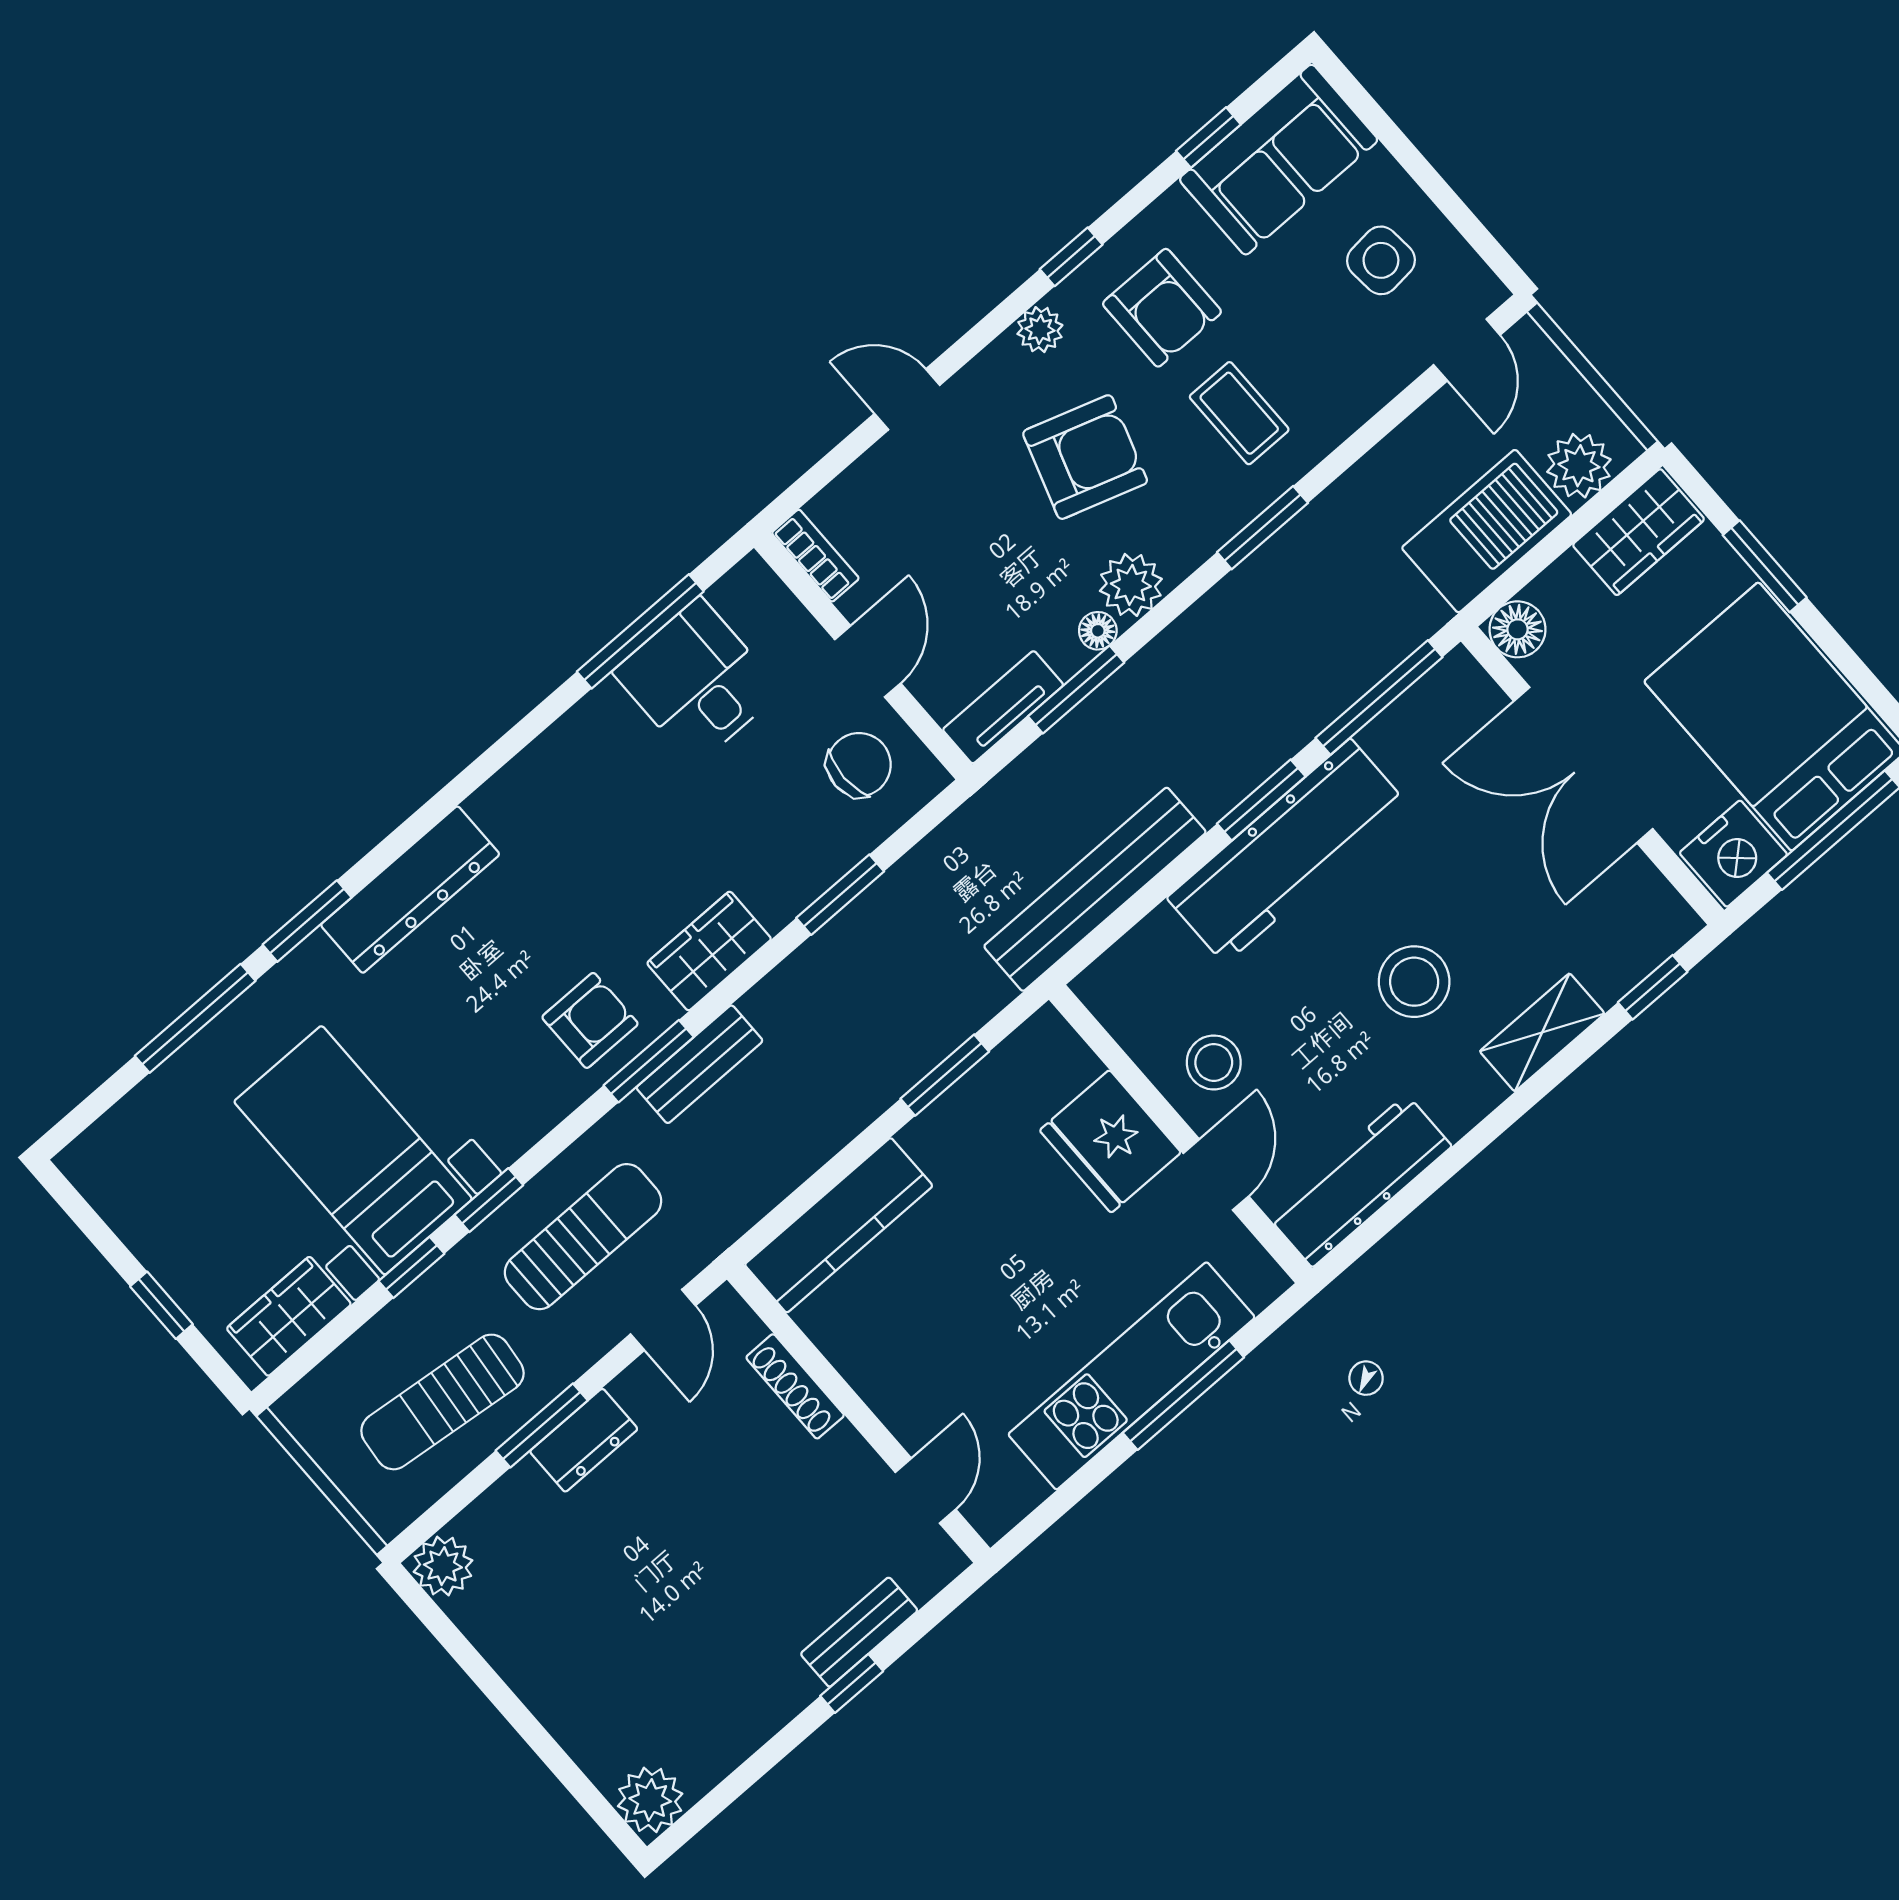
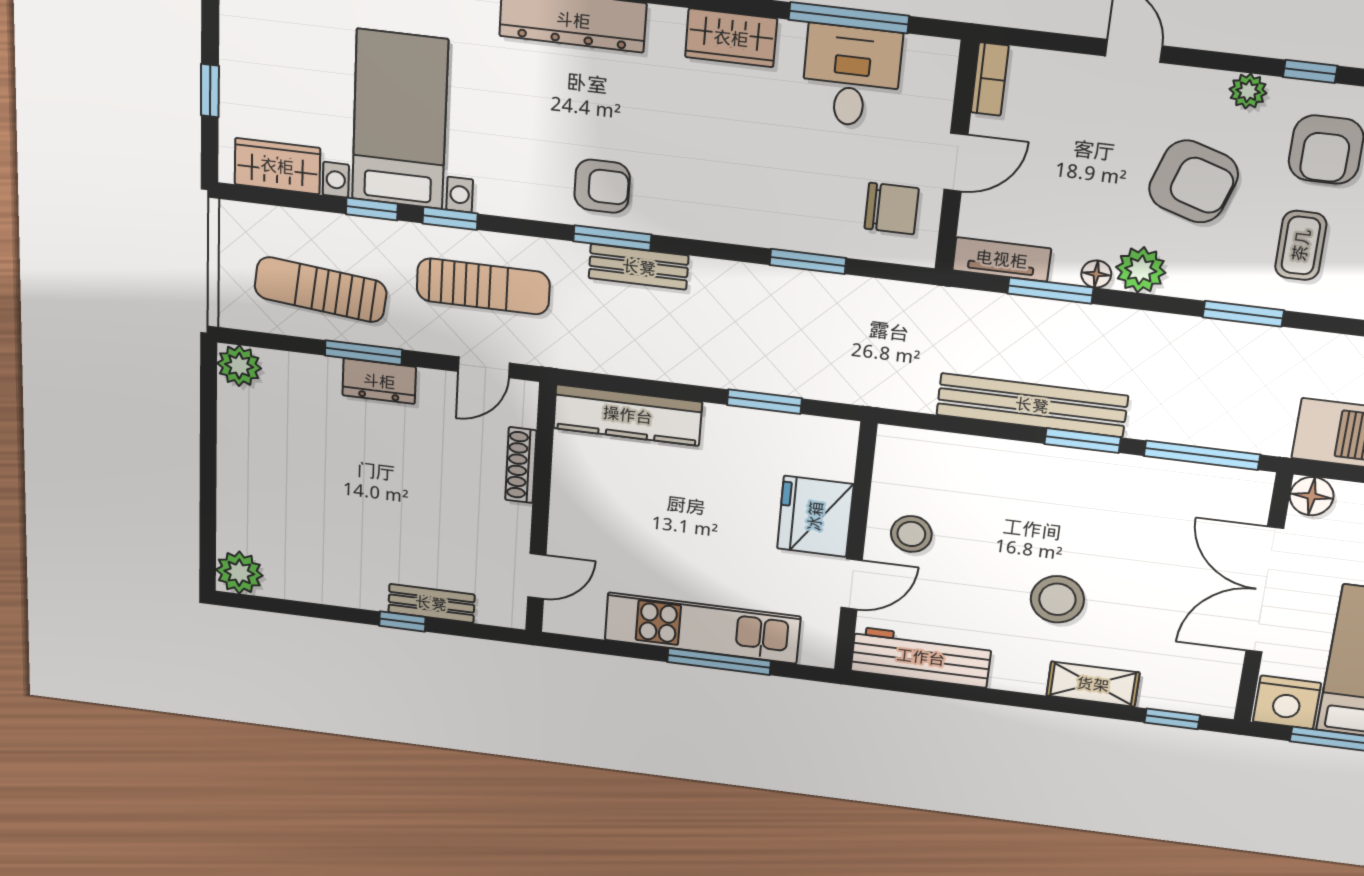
workbench: (1287, 851) -> (1067, 477), removed
bench: (1095, 889) -> (1032, 405), moved
wardrobe: (709, 951) -> (731, 38), moved, turned 180

